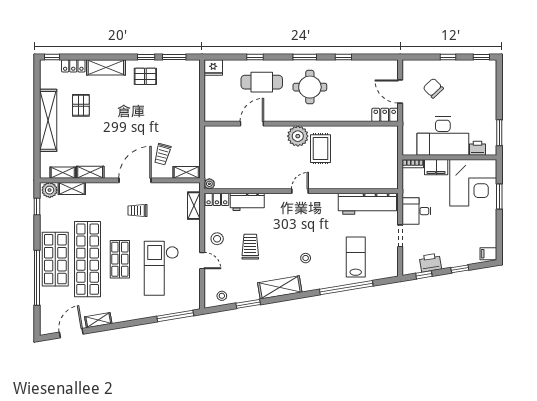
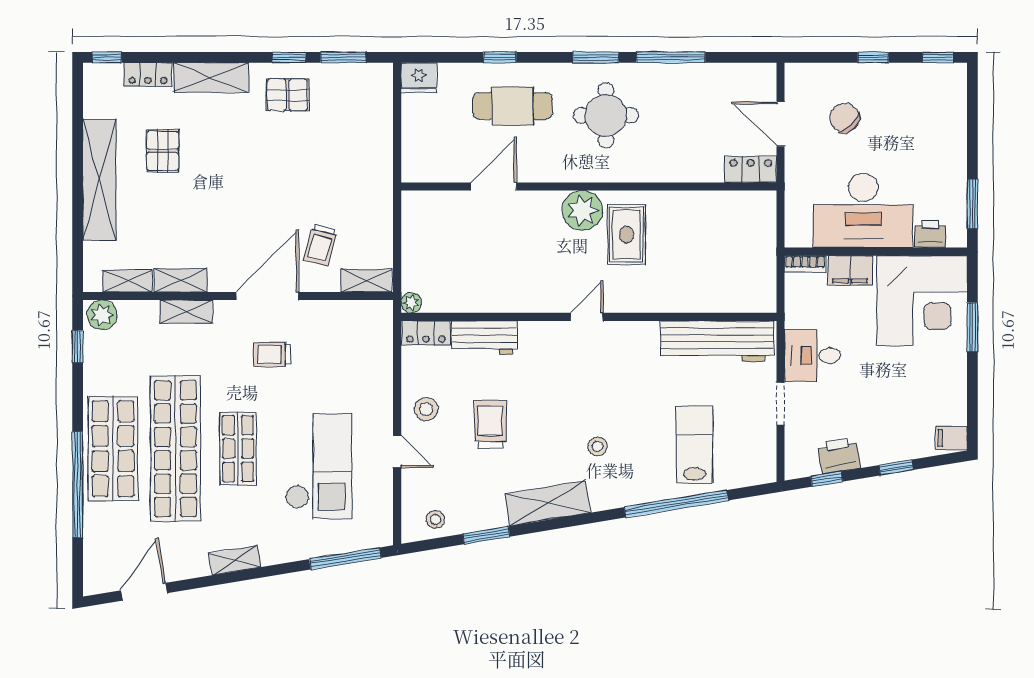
window: (343, 57) -> (671, 57), width x2.17
shelving: (72, 188) -> (186, 312), moved
shelving: (194, 206) -> (381, 345), removed
checkout: (161, 268) -> (318, 466), turned 180
shelving: (98, 320) -> (235, 560), moved

